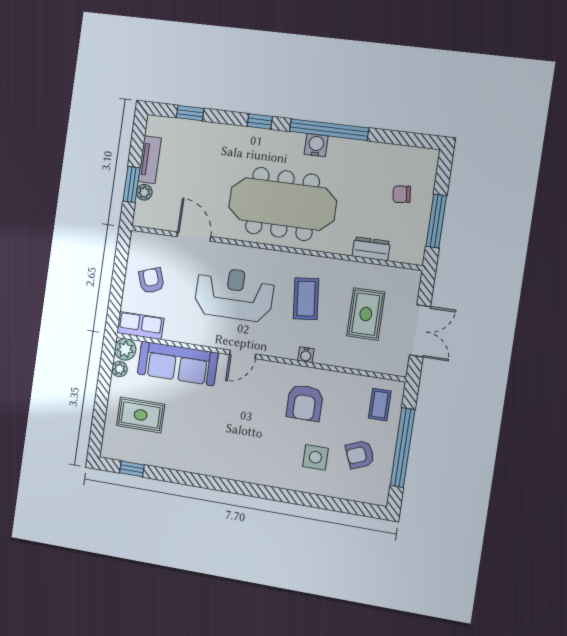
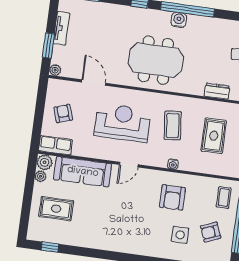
plant: (144, 192) -> (55, 70), moved
meeting table: (282, 204) -> (156, 60), width x0.73

